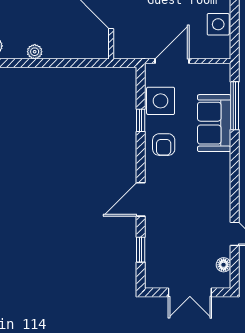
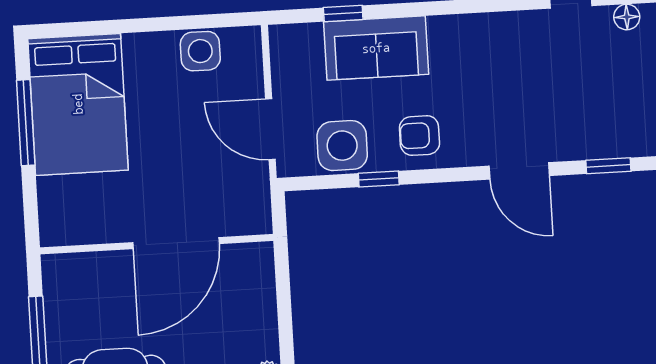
window: (235, 106) -> (343, 13), width x0.46
armchair: (164, 145) -> (419, 136), turned 180

